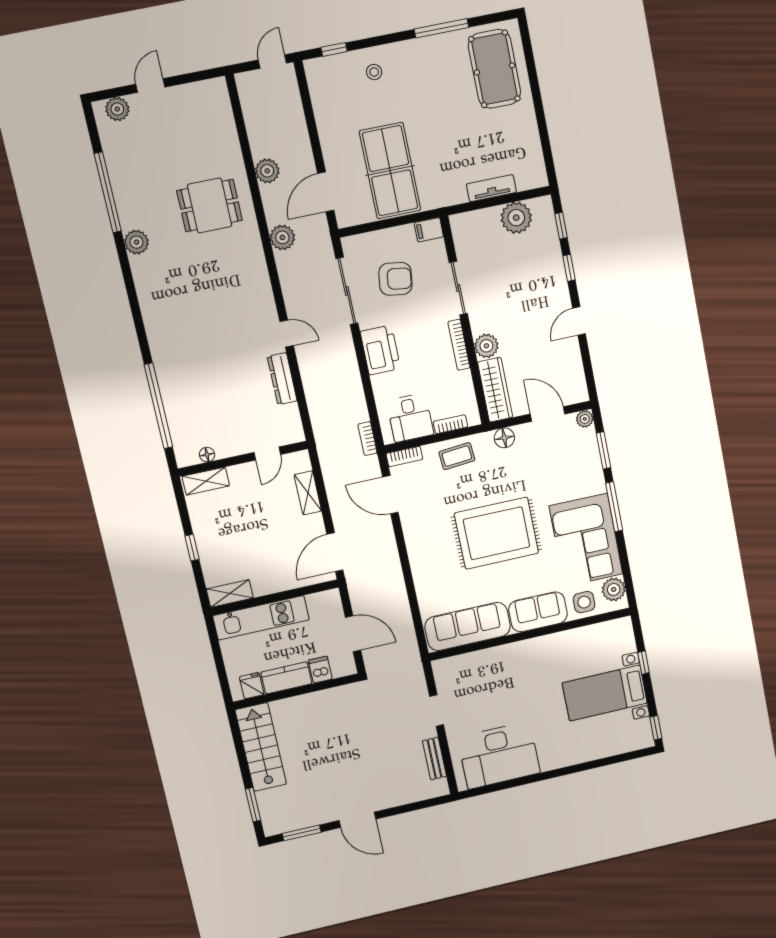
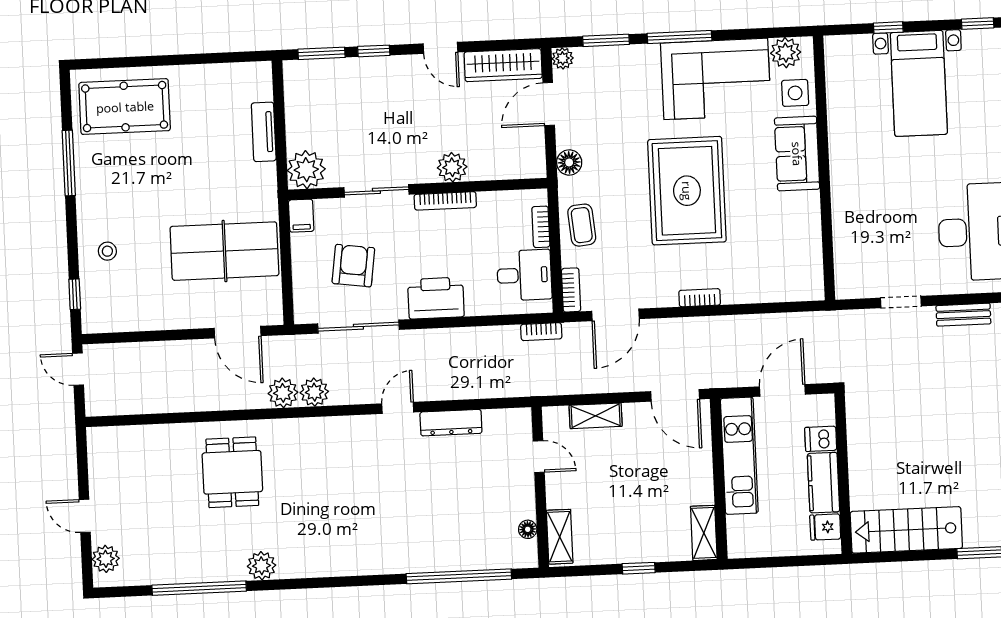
plant: (267, 171) -> (314, 392), moved
plant: (516, 218) -> (306, 170), moved
window: (561, 226) -> (321, 53), width x1.50
wardrobe: (495, 390) -> (503, 65), moved, turned 180
bookcase: (415, 558) -> (700, 298), added
kitchen unit: (261, 618) -> (739, 456), moved
sofa: (468, 627) -> (800, 246), removed

